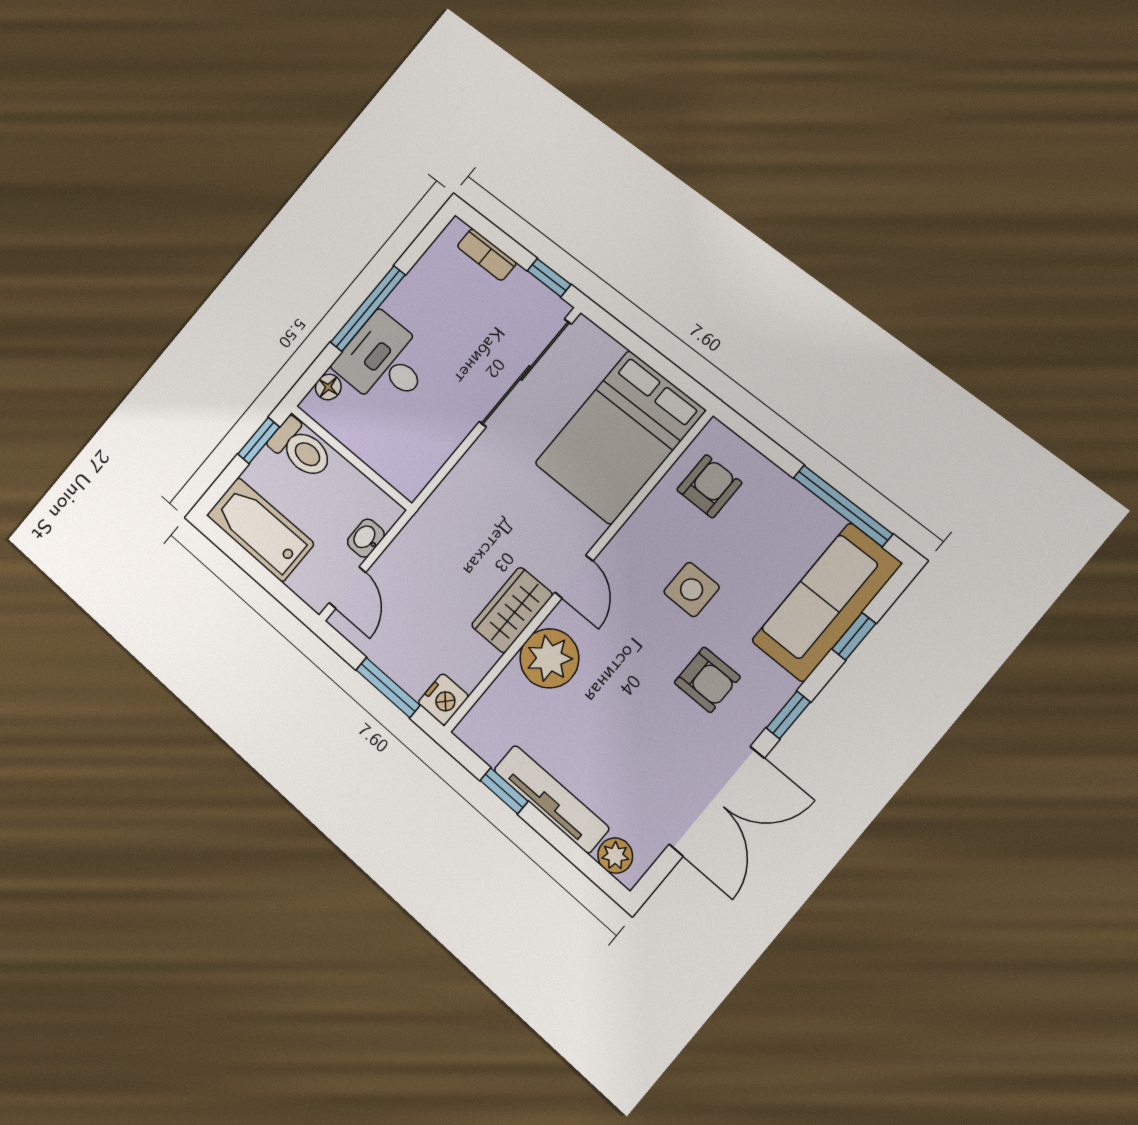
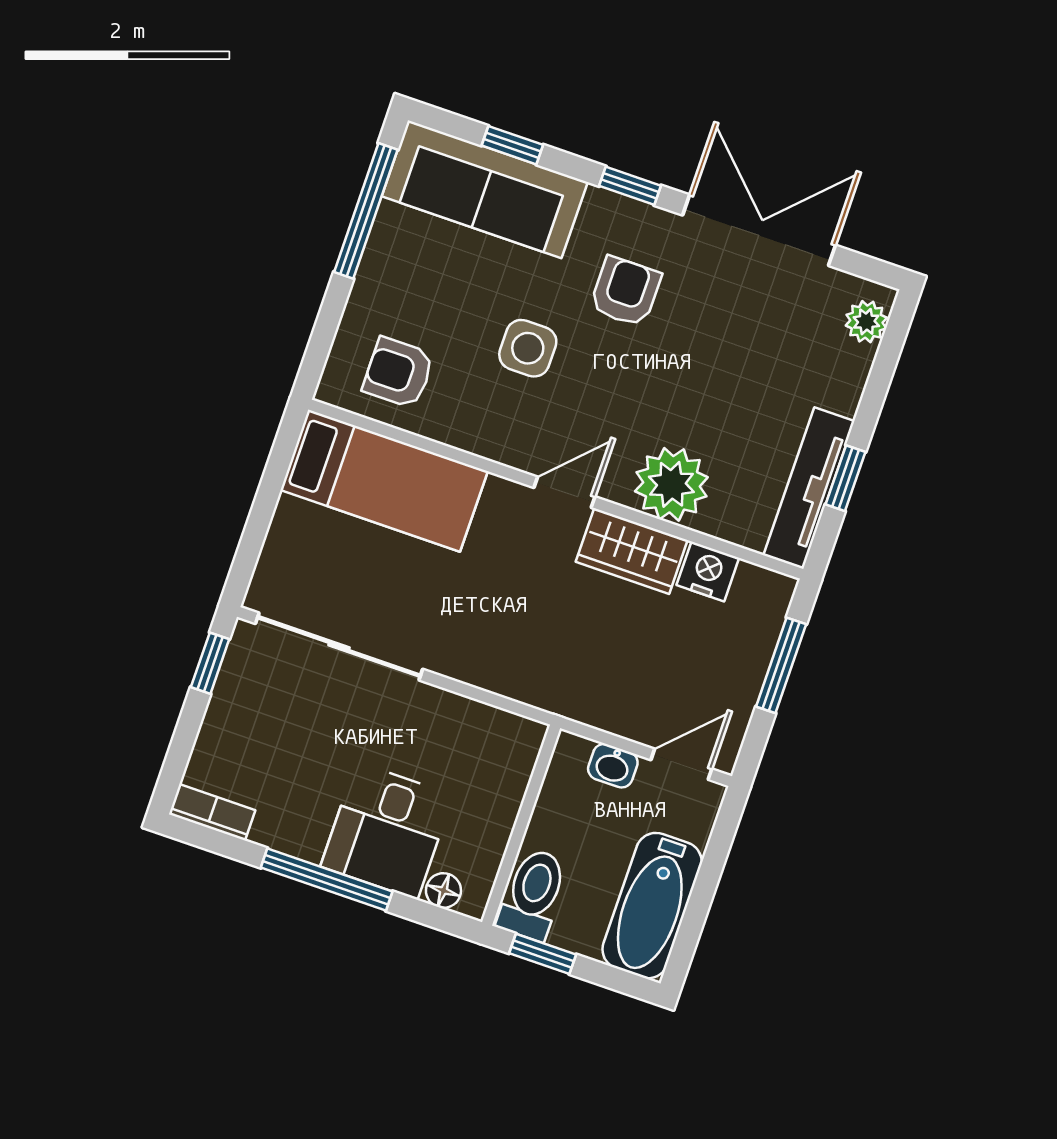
bookcase: (487, 255) -> (212, 812), moved, turned -90
bed: (620, 437) -> (384, 481), width x0.67
nightstand: (443, 699) -> (708, 571), moved
tv unit: (551, 799) -> (809, 488), moved

